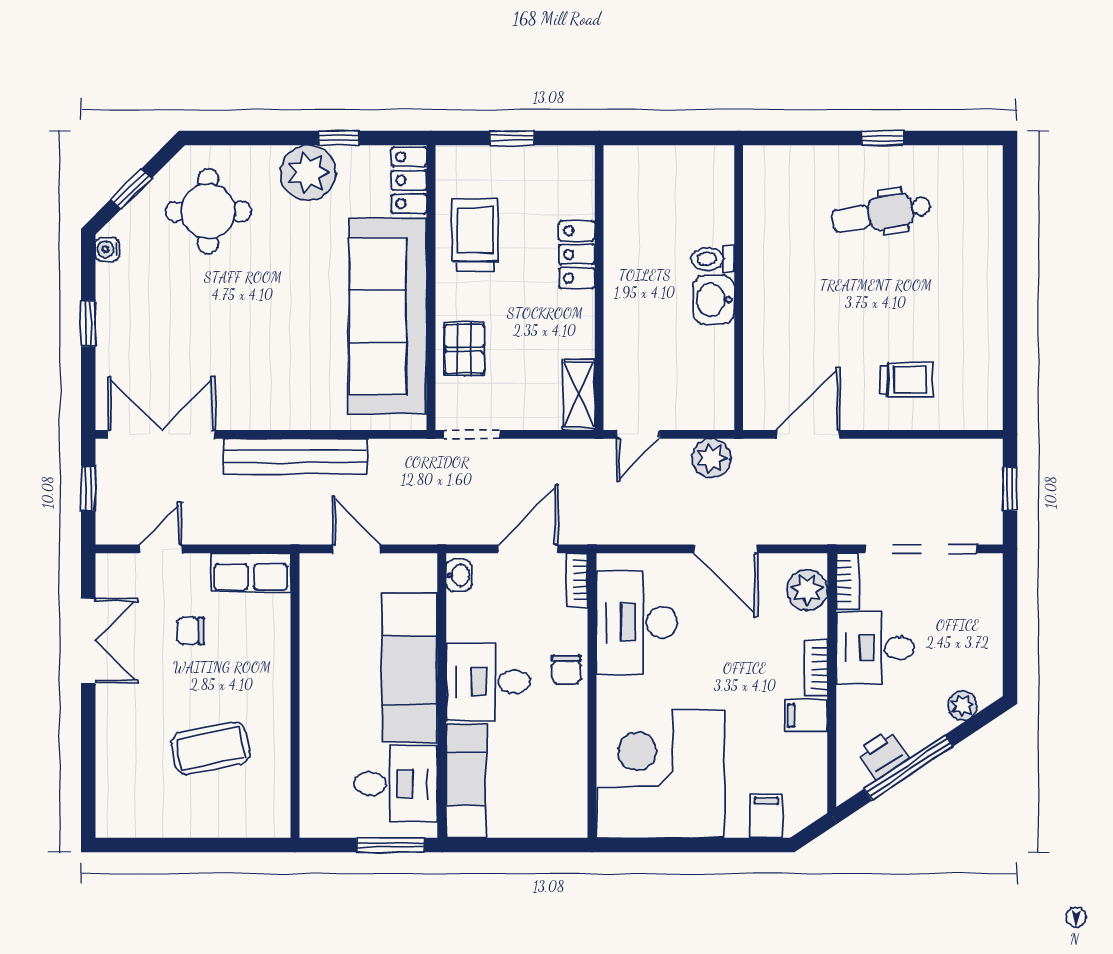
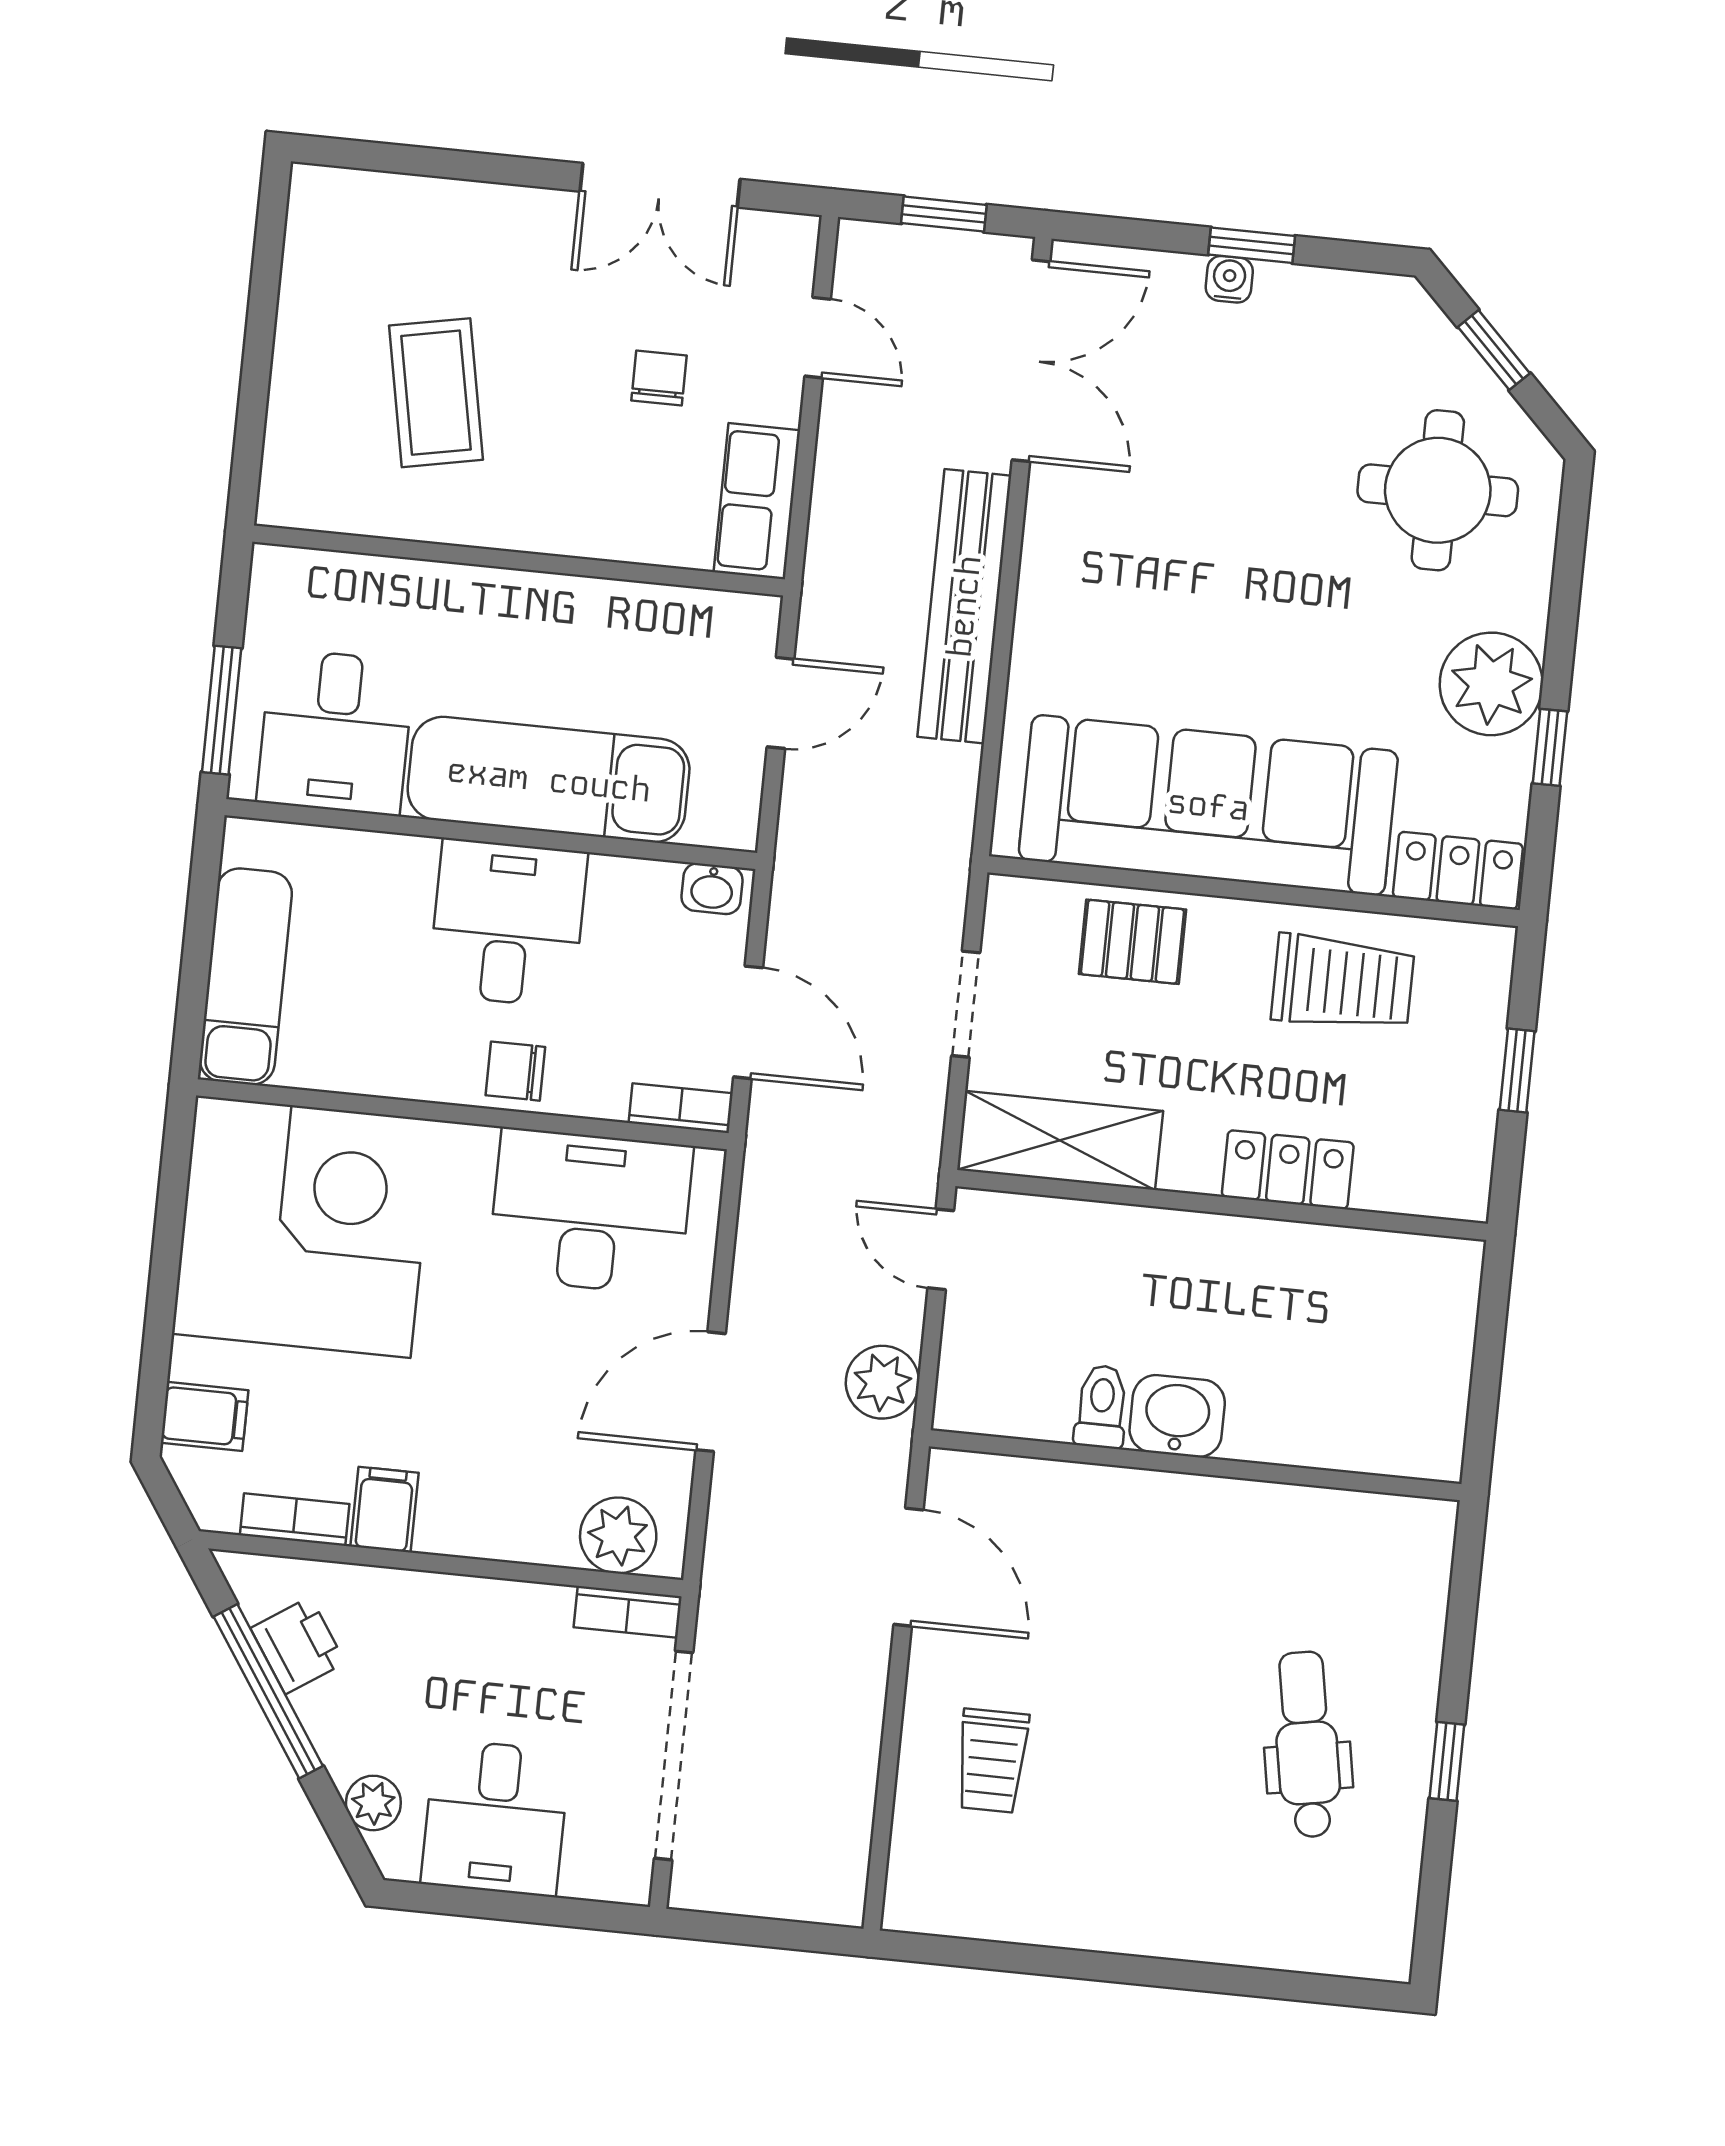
water cooler: (107, 249) -> (1229, 279), moved
toilet: (713, 259) -> (1101, 1407), moved
shelving: (579, 395) -> (1060, 1140), width x1.50, depth x1.33
doorway: (472, 434) -> (966, 1004), moved
window: (1010, 489) -> (769, 1933), removed
desk: (875, 648) -> (495, 1818), moved, turned 180
bookcase: (816, 668) -> (295, 1520), moved
exam couch: (466, 781) -> (246, 977), moved, turned -90

